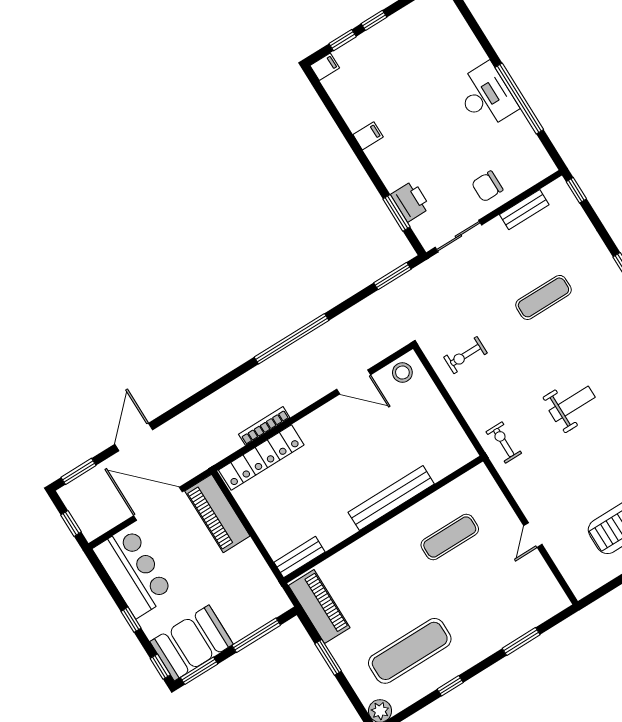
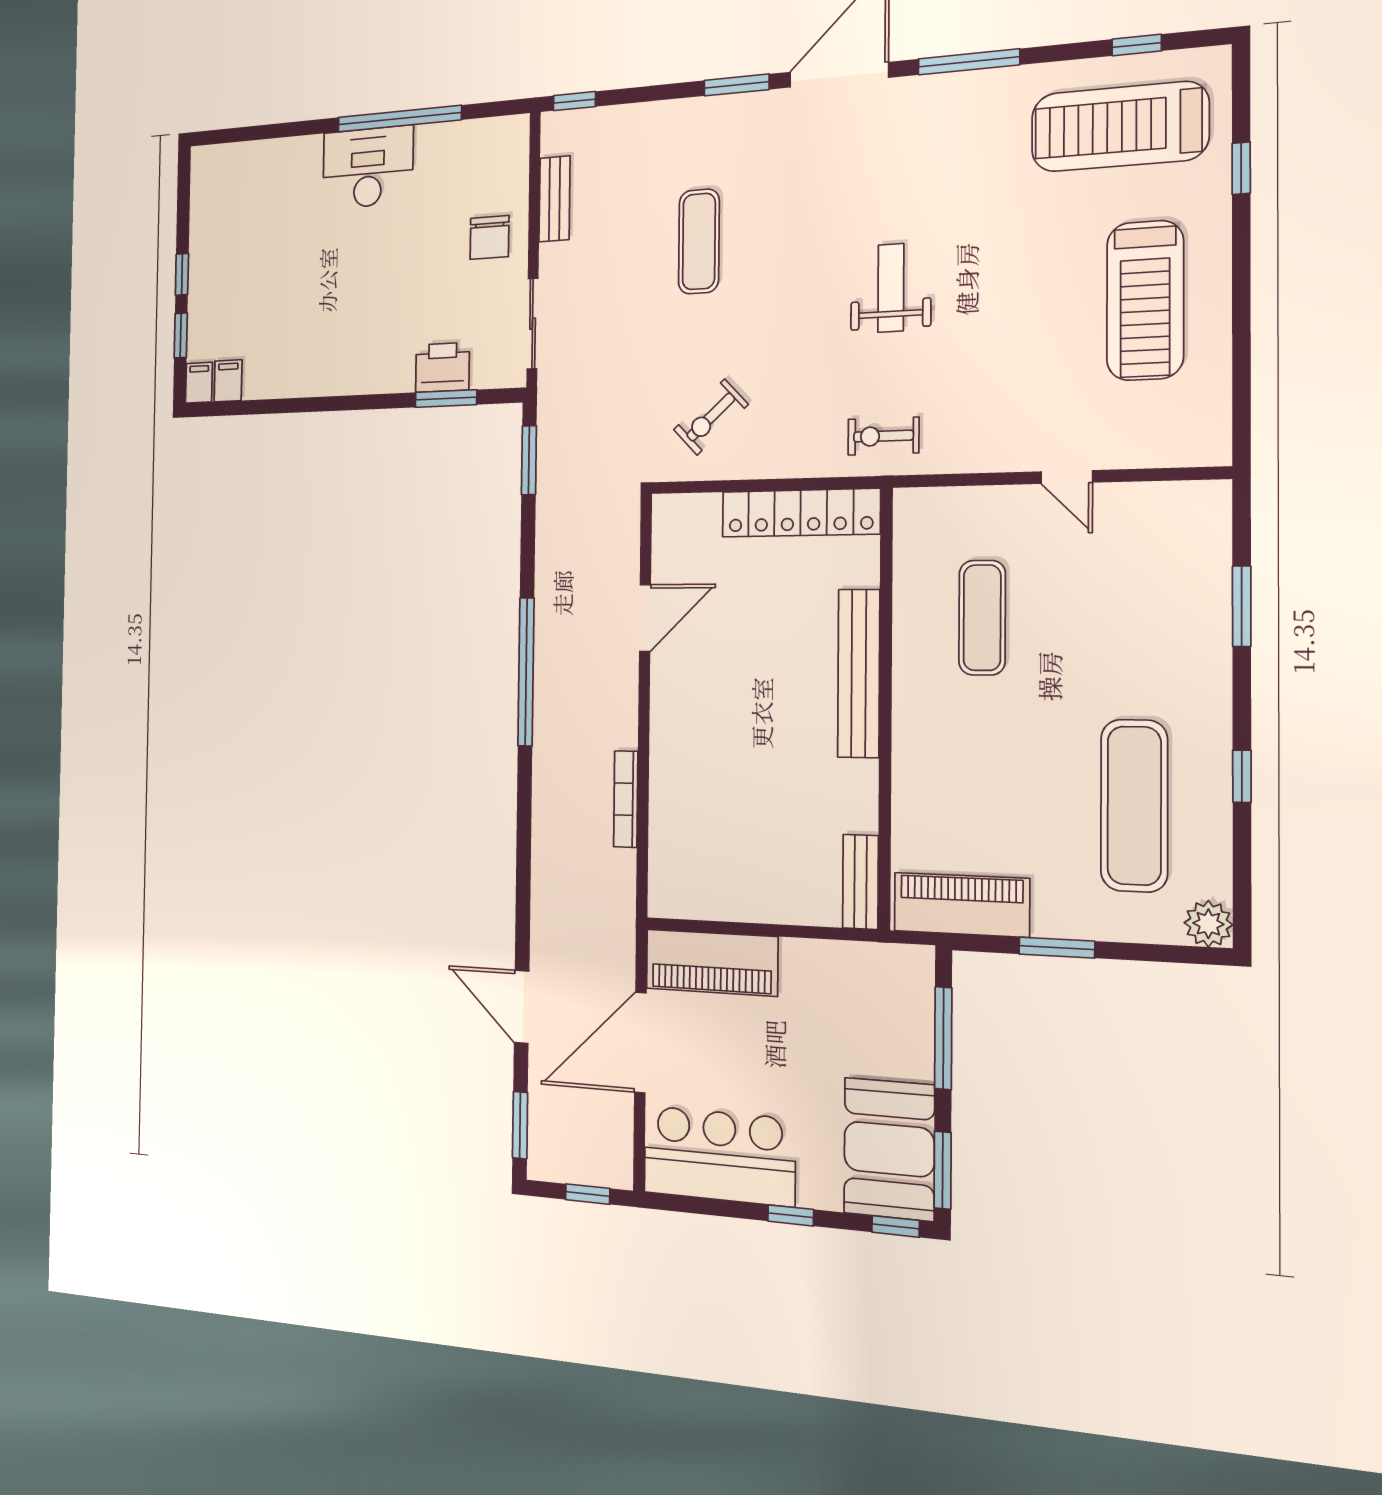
filing cabinet: (368, 136) -> (228, 381), moved
exercise bike: (465, 355) -> (711, 417), turned 47
stool: (402, 373) -> (677, 533), removed
locker: (261, 457) -> (801, 513), moved, turned 90

